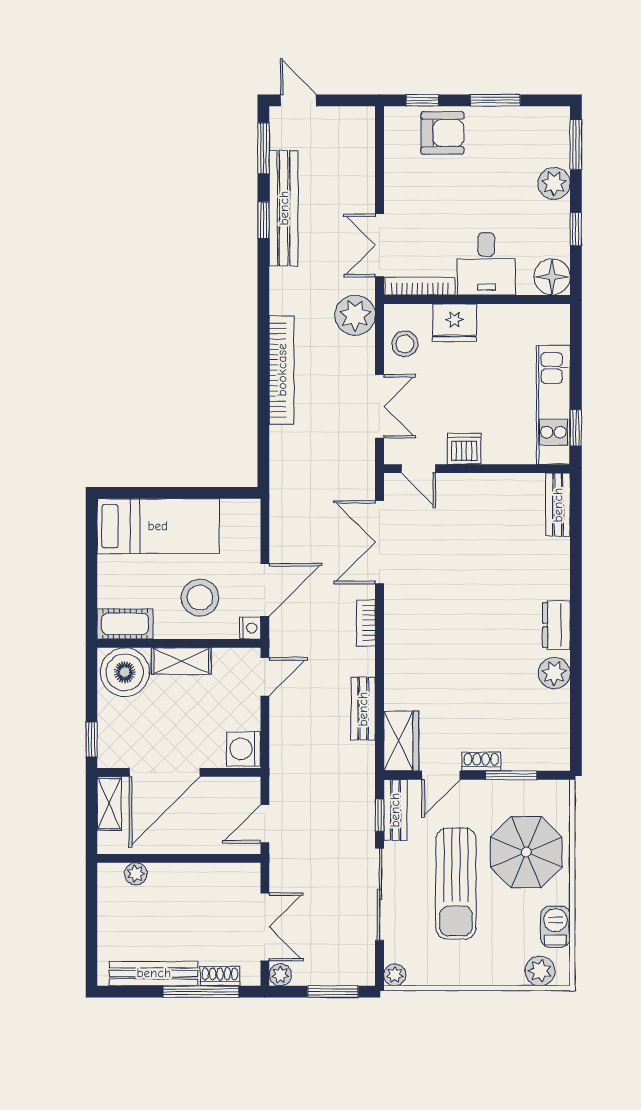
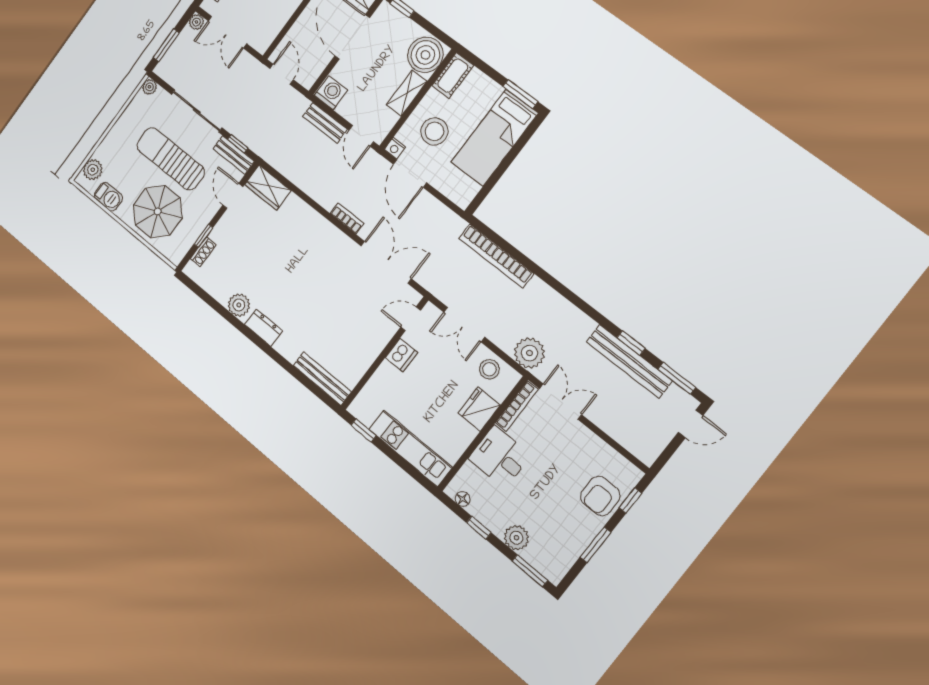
floor lamp: (552, 277) -> (463, 499), width x0.53, depth x0.53
bookcase: (282, 370) -> (496, 256), moved
kitchen unit: (553, 405) -> (410, 448), moved
bench: (558, 505) -> (322, 379), width x1.36
window: (92, 534) -> (520, 94), added
bench: (363, 709) -> (325, 123), moved
shoe rack: (481, 762) -> (203, 252), moved
window: (511, 775) -> (203, 236), width x0.67

